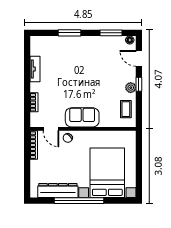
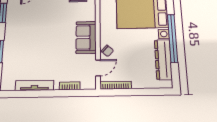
tv unit: (35, 69) -> (34, 85), width x1.41

